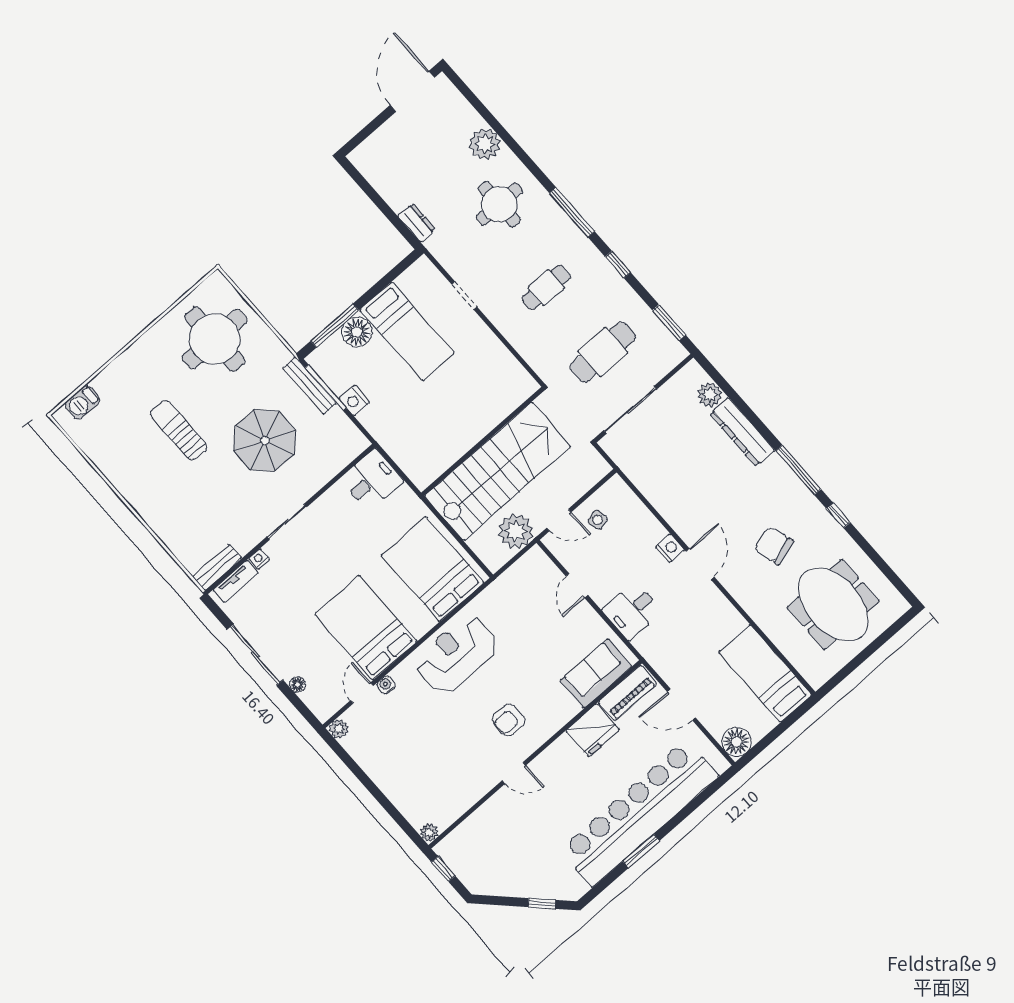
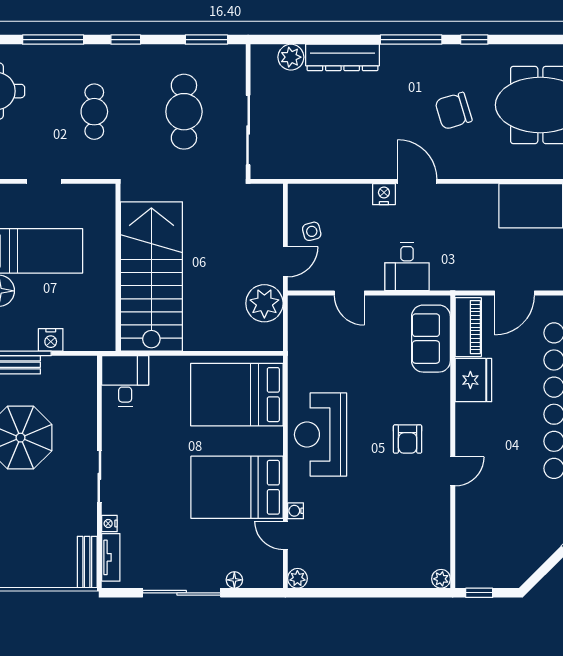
wall: (483, 442) -> (118, 267), moved
stairs: (497, 471) -> (151, 276), moved

